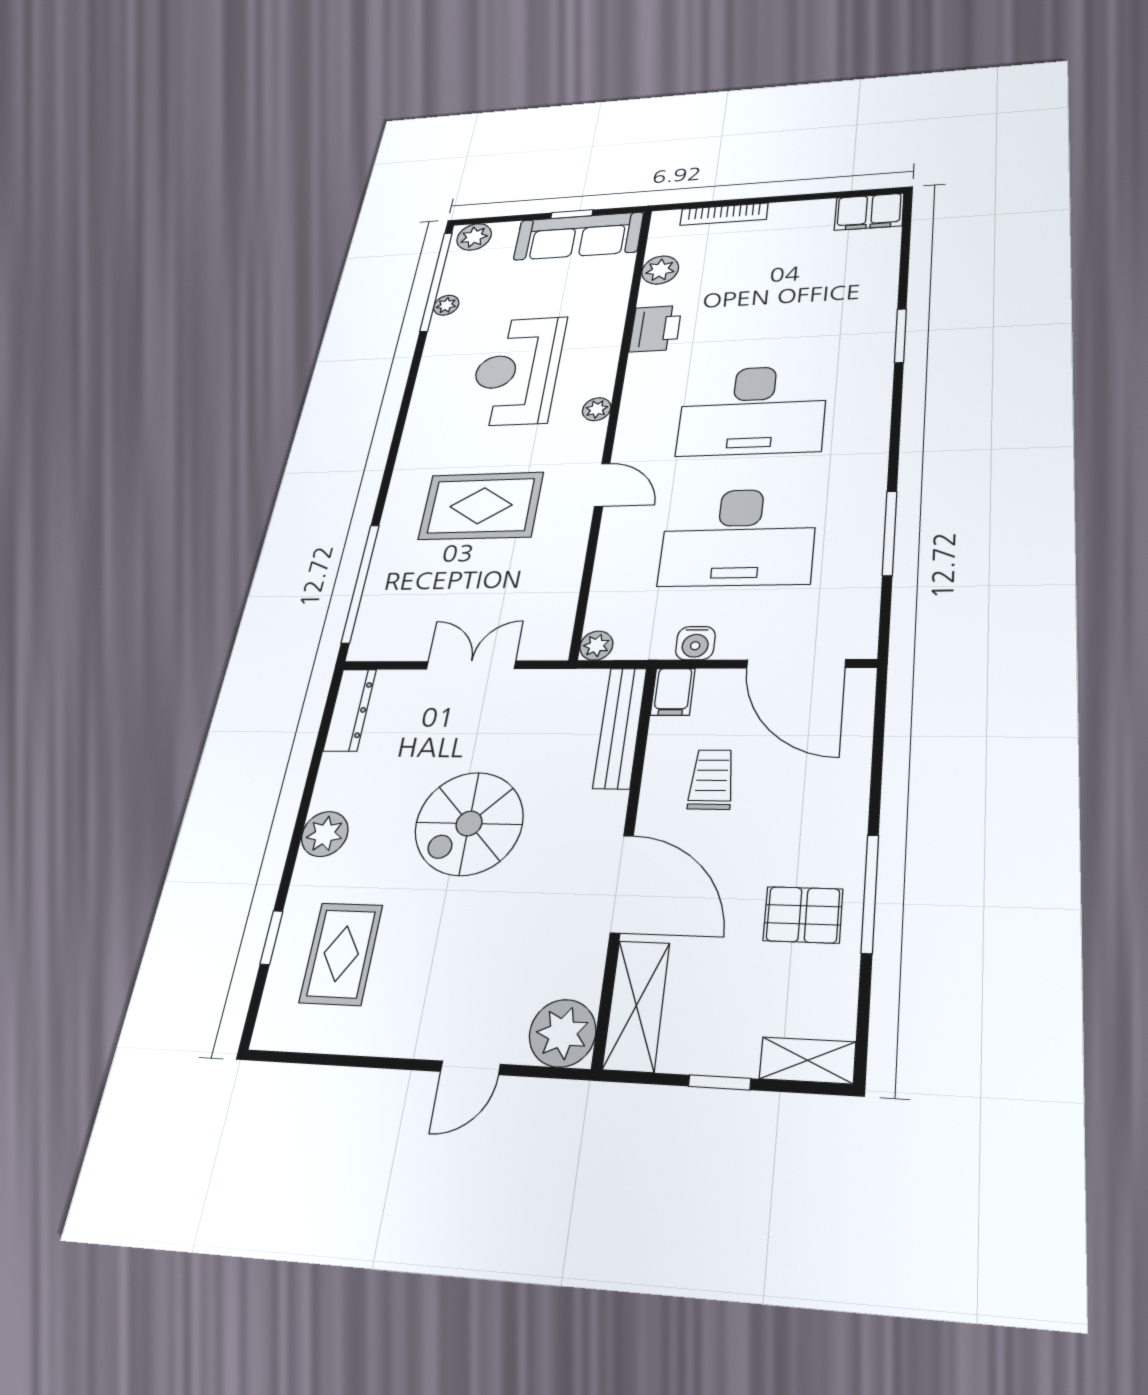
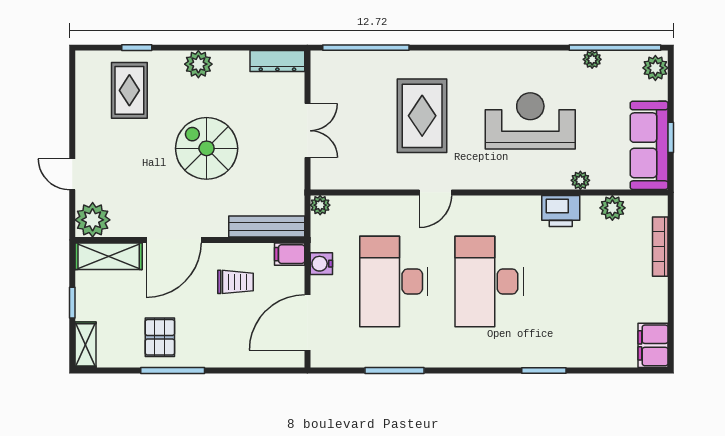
plant: (597, 409) -> (580, 180), moved
rug: (341, 954) -> (129, 90), turned 90

